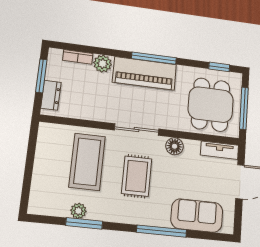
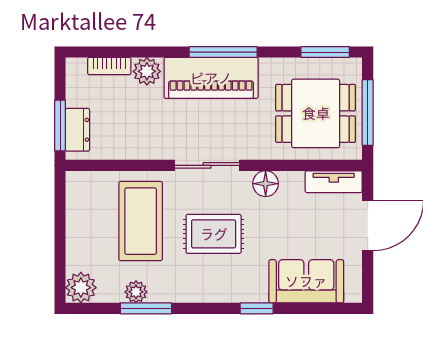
window: (219, 67) -> (325, 52), width x1.50
window: (41, 76) -> (60, 126), moved
dining table: (211, 105) -> (316, 113), turned 90
rug: (137, 176) -> (214, 234), turned 90
plant: (39, 204) -> (81, 288), added
window: (162, 231) -> (257, 308), width x0.46

